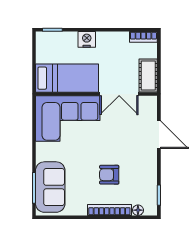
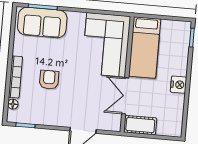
bookcase: (143, 37) -> (177, 124), removed
nightstand: (87, 39) -> (179, 85), moved

